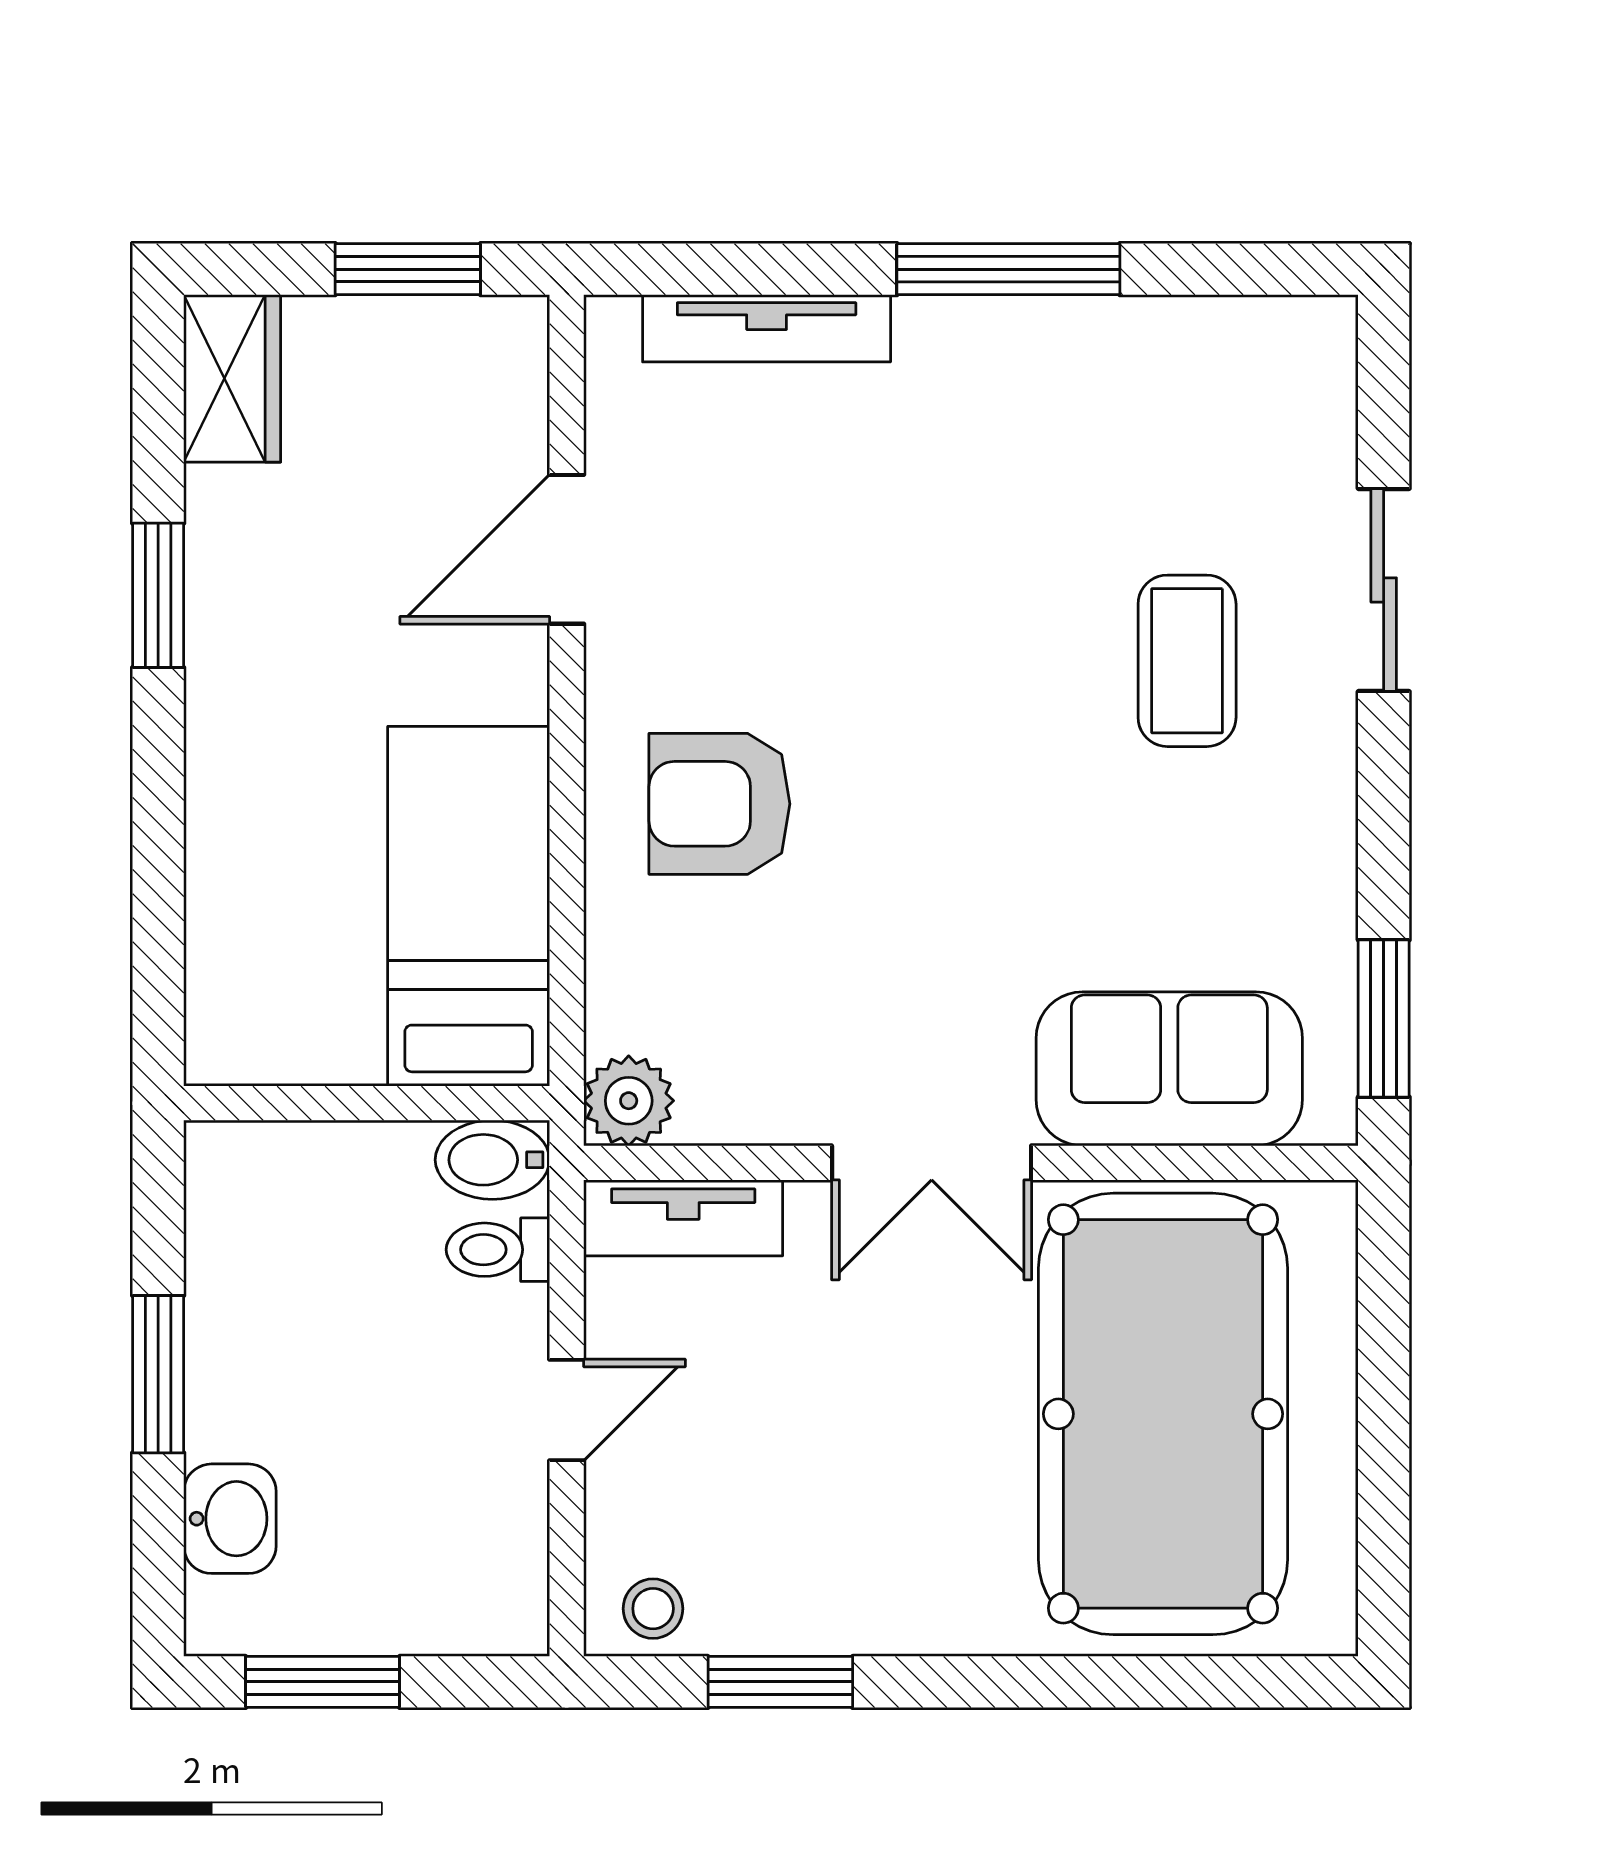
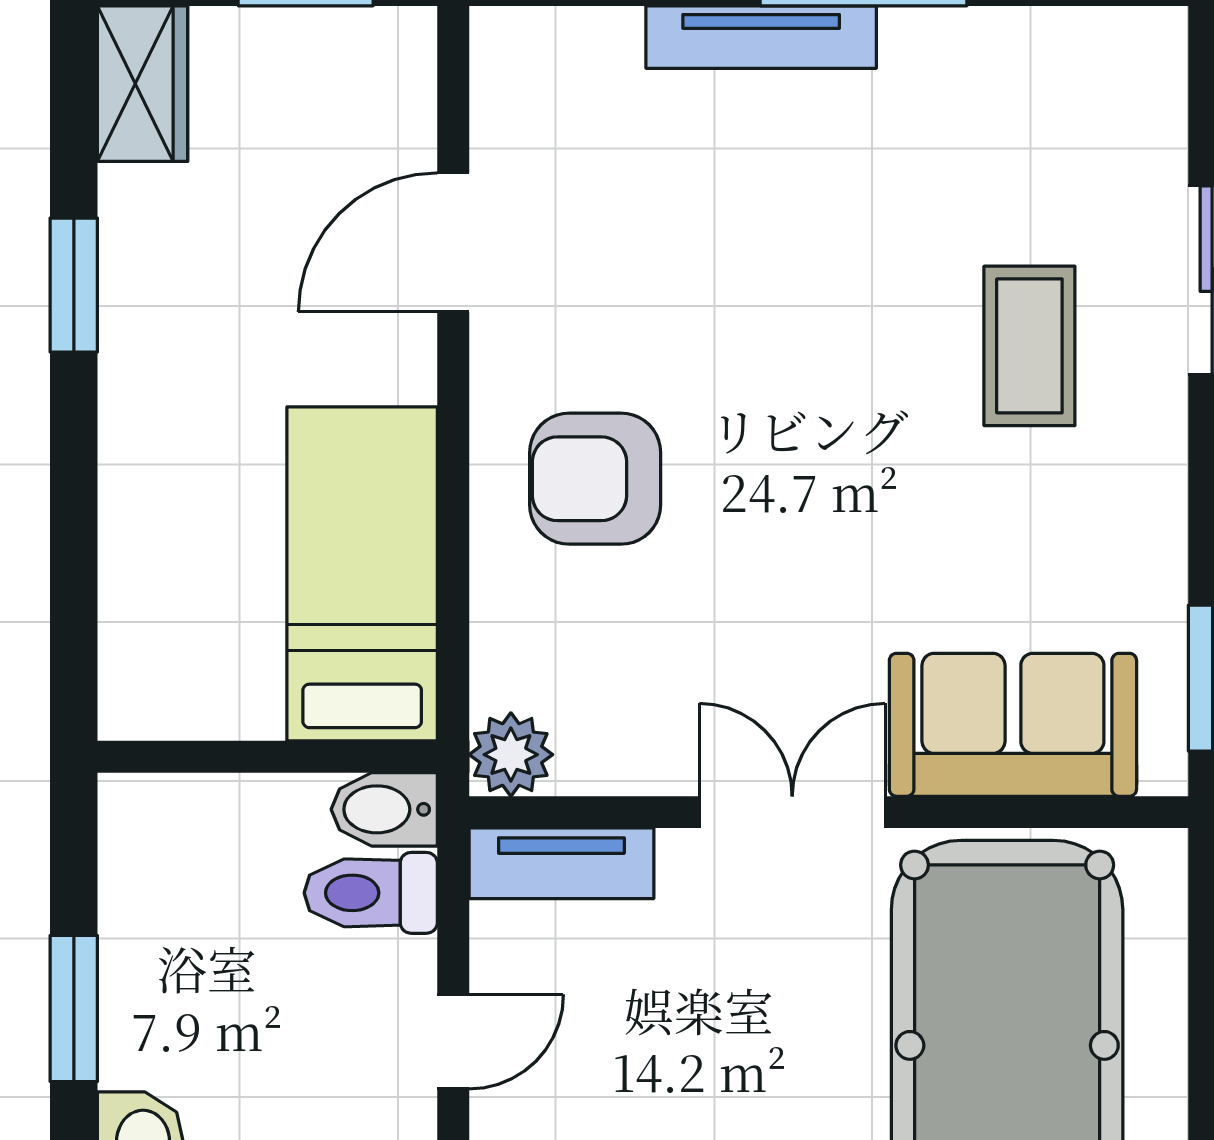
tv unit: (767, 328) -> (761, 37), moved
double door: (932, 1163) -> (792, 812), swing flipped
toilet: (498, 1250) -> (371, 893), width x1.37, depth x1.39

